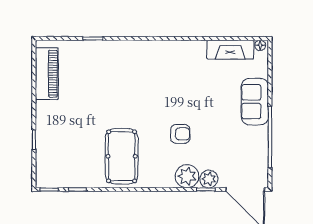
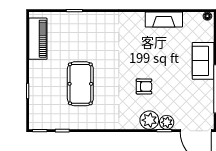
fireplace: (230, 50) -> (164, 19), moved
pool table: (122, 156) -> (80, 84), moved

